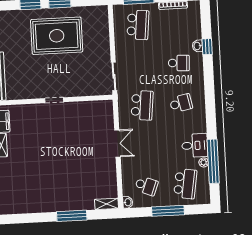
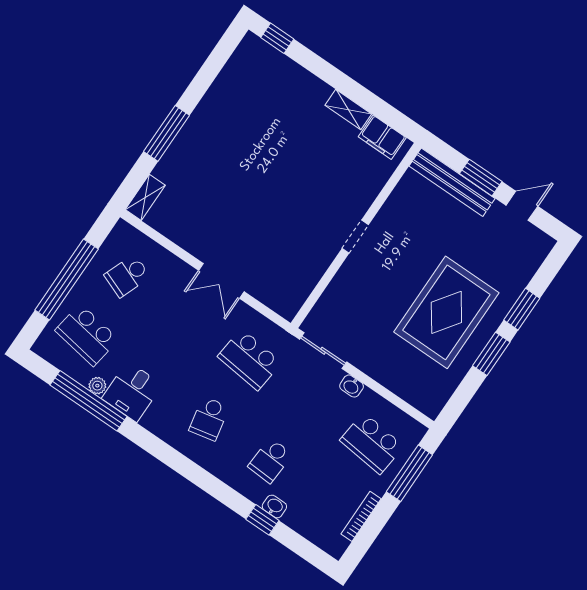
washbasin: (128, 202) -> (352, 386), moved
window: (168, 211) -> (67, 279), width x1.46

